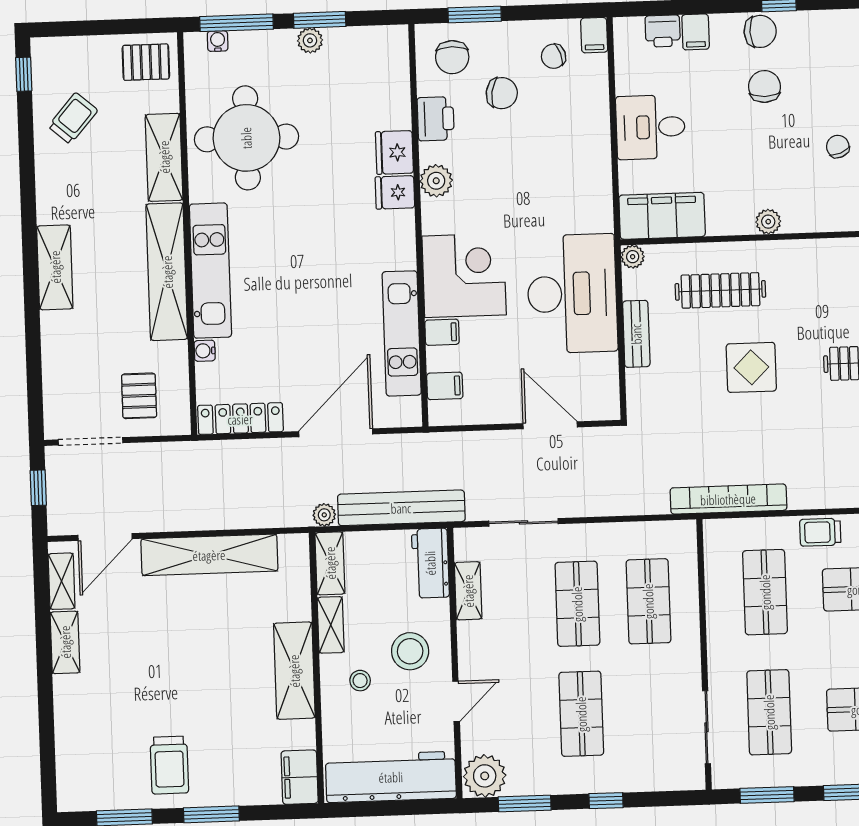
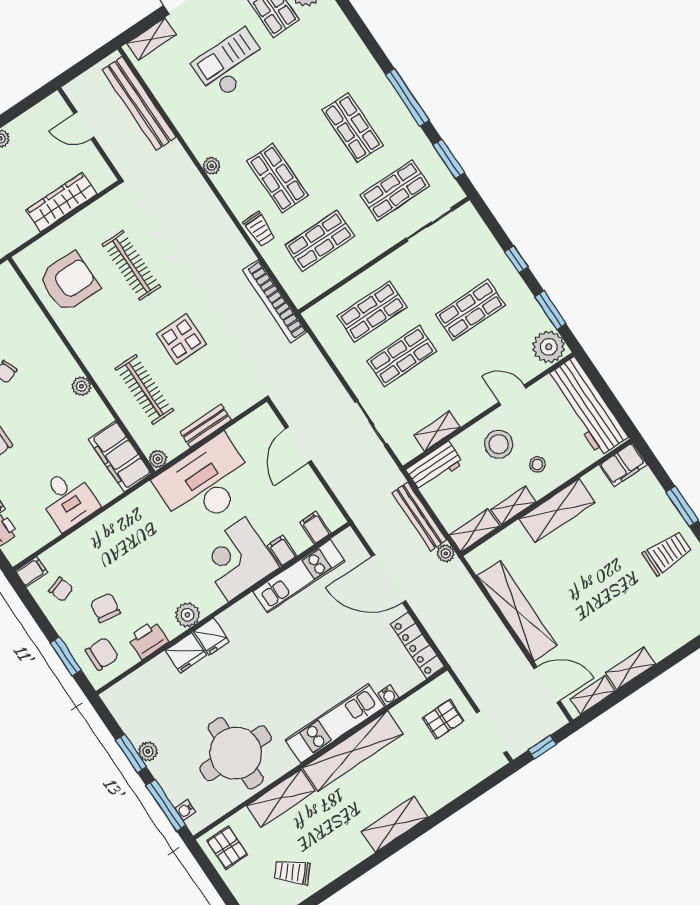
bench: (401, 508) -> (419, 516), width x0.73, depth x0.82

